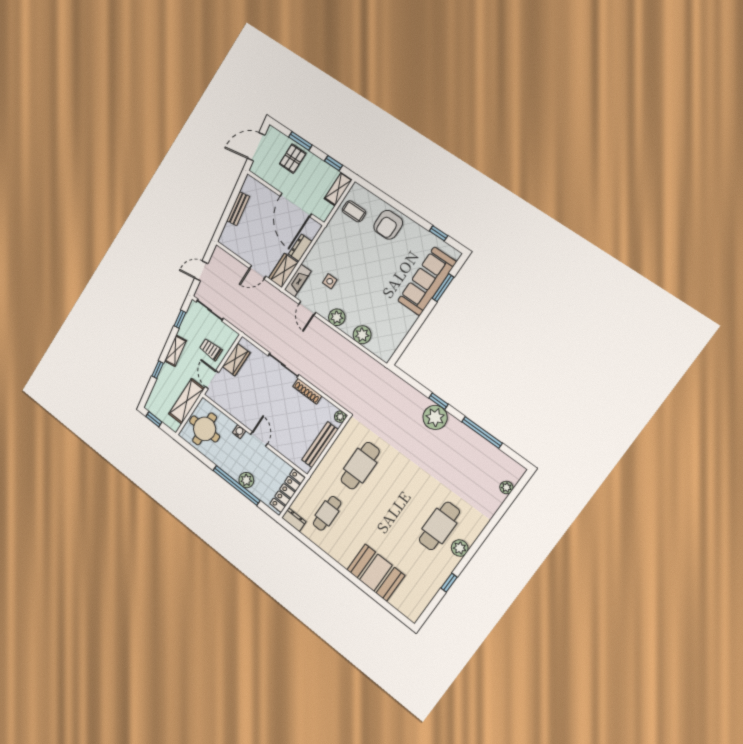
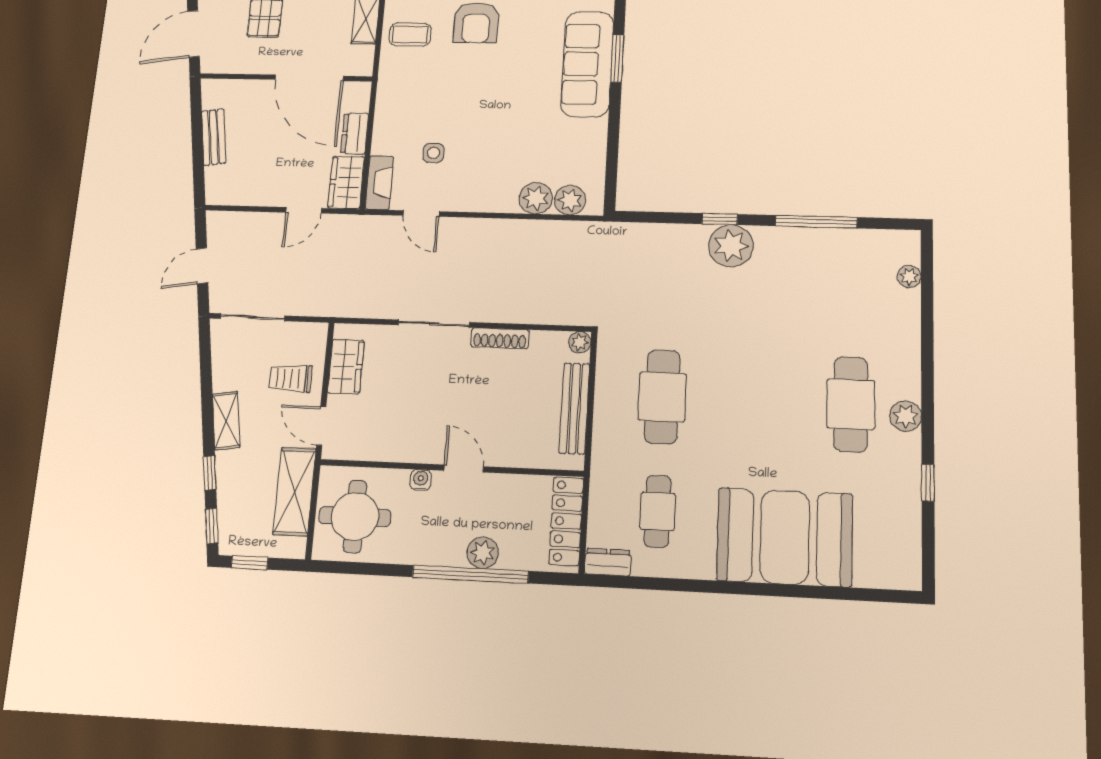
plant: (337, 317) -> (570, 200), moved
window: (180, 319) -> (212, 526), moved
booth: (376, 573) -> (785, 537), width x1.36, depth x1.42

